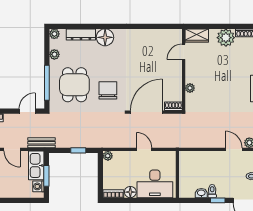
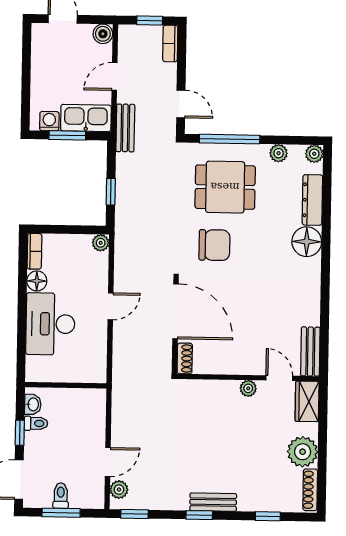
bench: (168, 34) -> (310, 352), added
plant: (190, 88) -> (248, 388), moved
wall: (177, 174) -> (66, 385), moved

